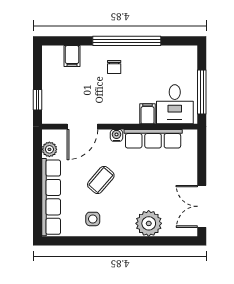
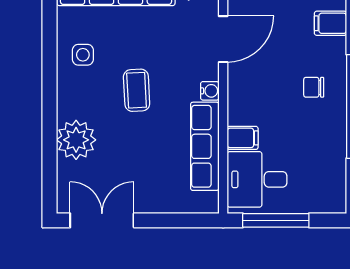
door: (82, 127) -> (223, 39), swing flipped
coffee table: (101, 180) -> (137, 90), moved, turned 46

